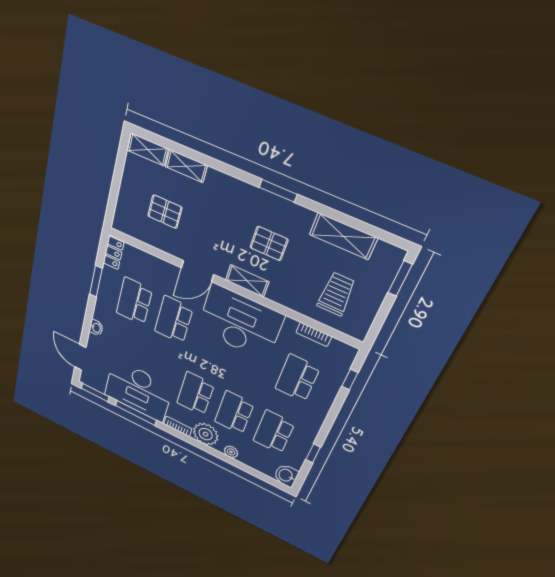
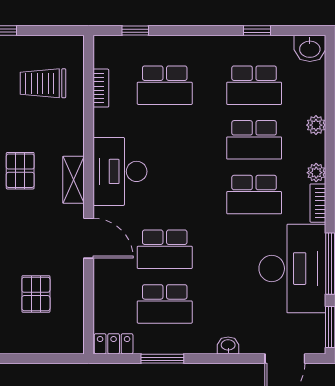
desk: (240, 323) -> (120, 171), width x0.73, depth x0.77
plant: (206, 434) -> (316, 173), width x0.53, depth x0.53

